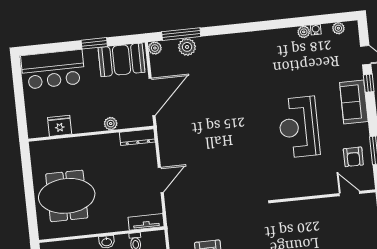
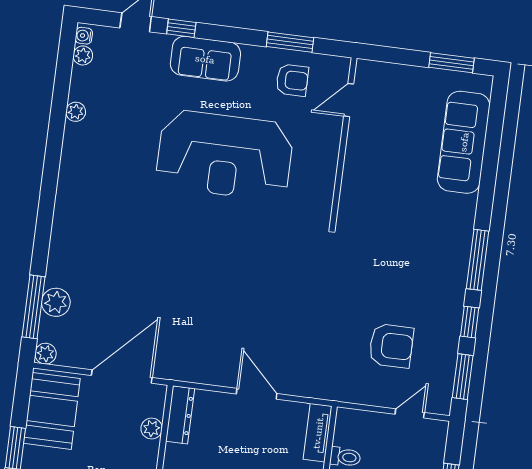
water cooler: (316, 30) -> (84, 36), moved
door: (152, 97) -> (122, 376), hinge flipped
plant: (111, 124) -> (152, 428), moved
reception desk: (299, 127) -> (225, 155), width x1.36, depth x1.30

